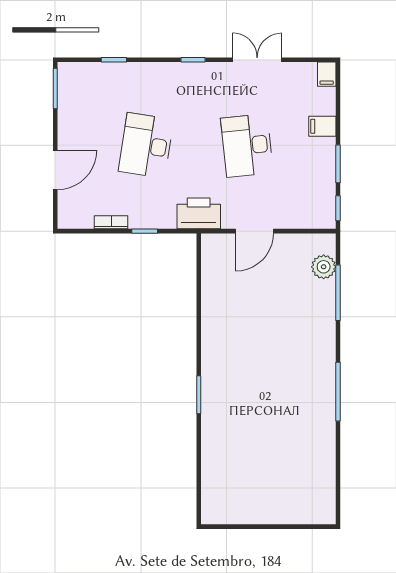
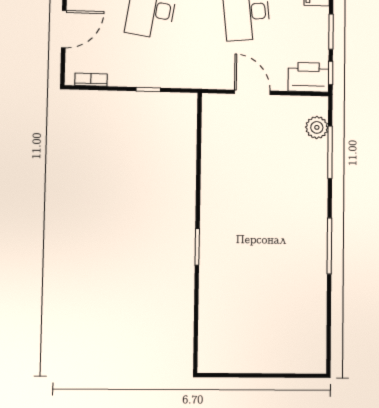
printer: (199, 213) -> (308, 77), moved
bookcase: (111, 222) -> (91, 80), moved
door: (254, 231) -> (252, 92), swing flipped

